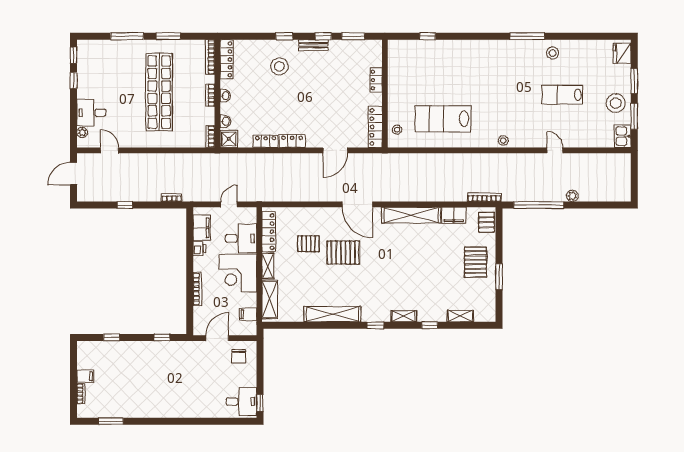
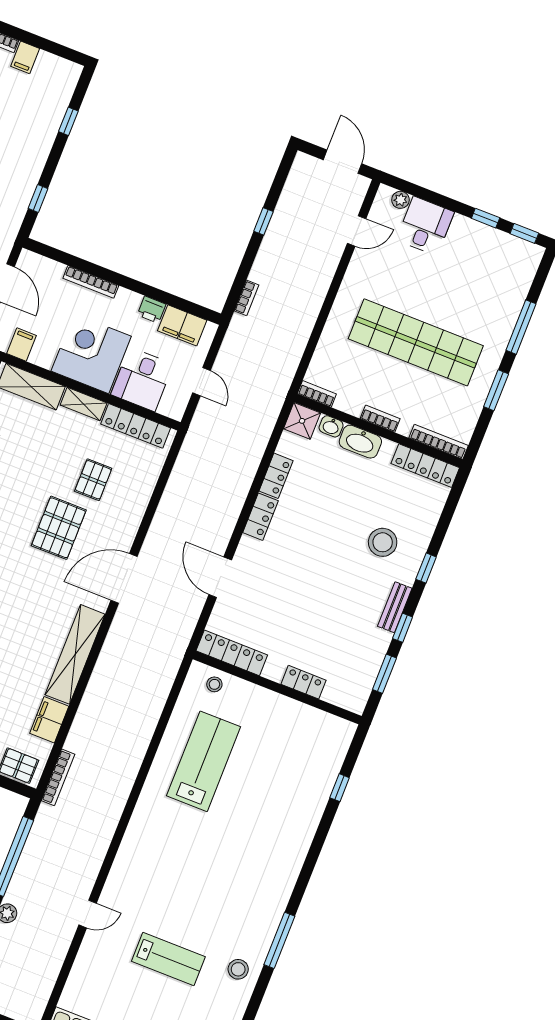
lab bench: (562, 95) -> (168, 959), turned 90
washbasin: (225, 96) -> (360, 442), width x1.91, depth x1.45
stool: (503, 140) -> (134, 841), removed

